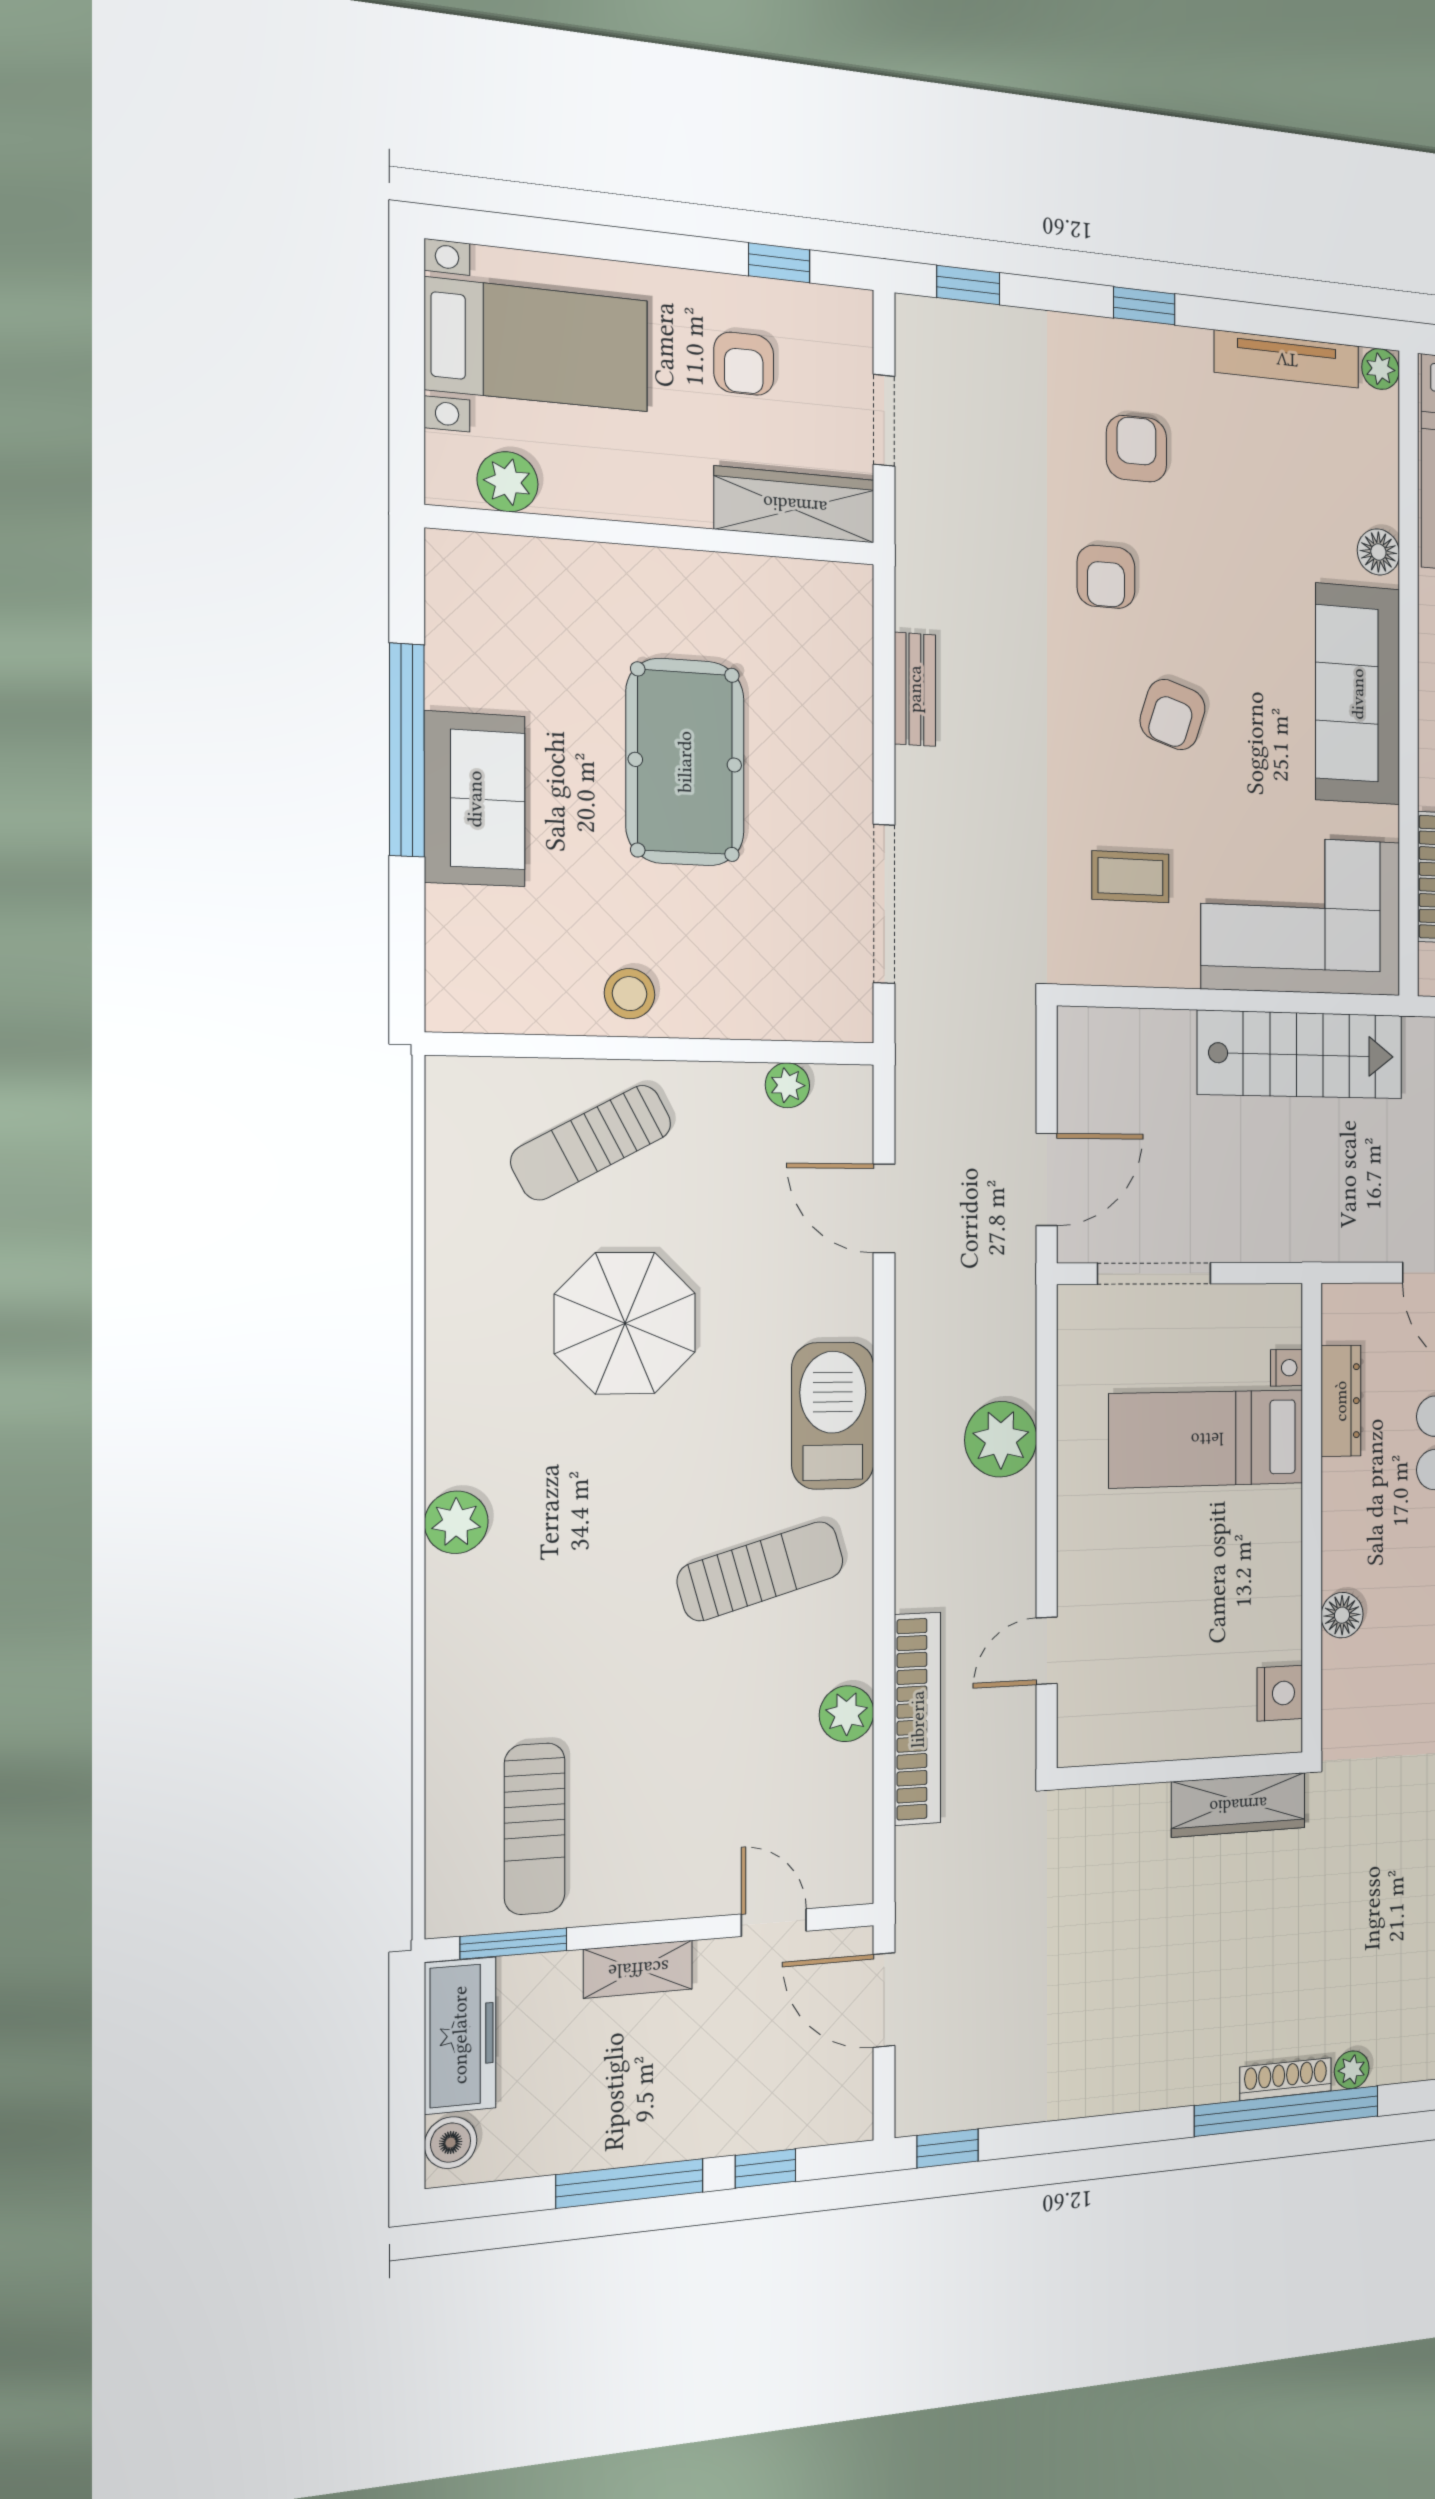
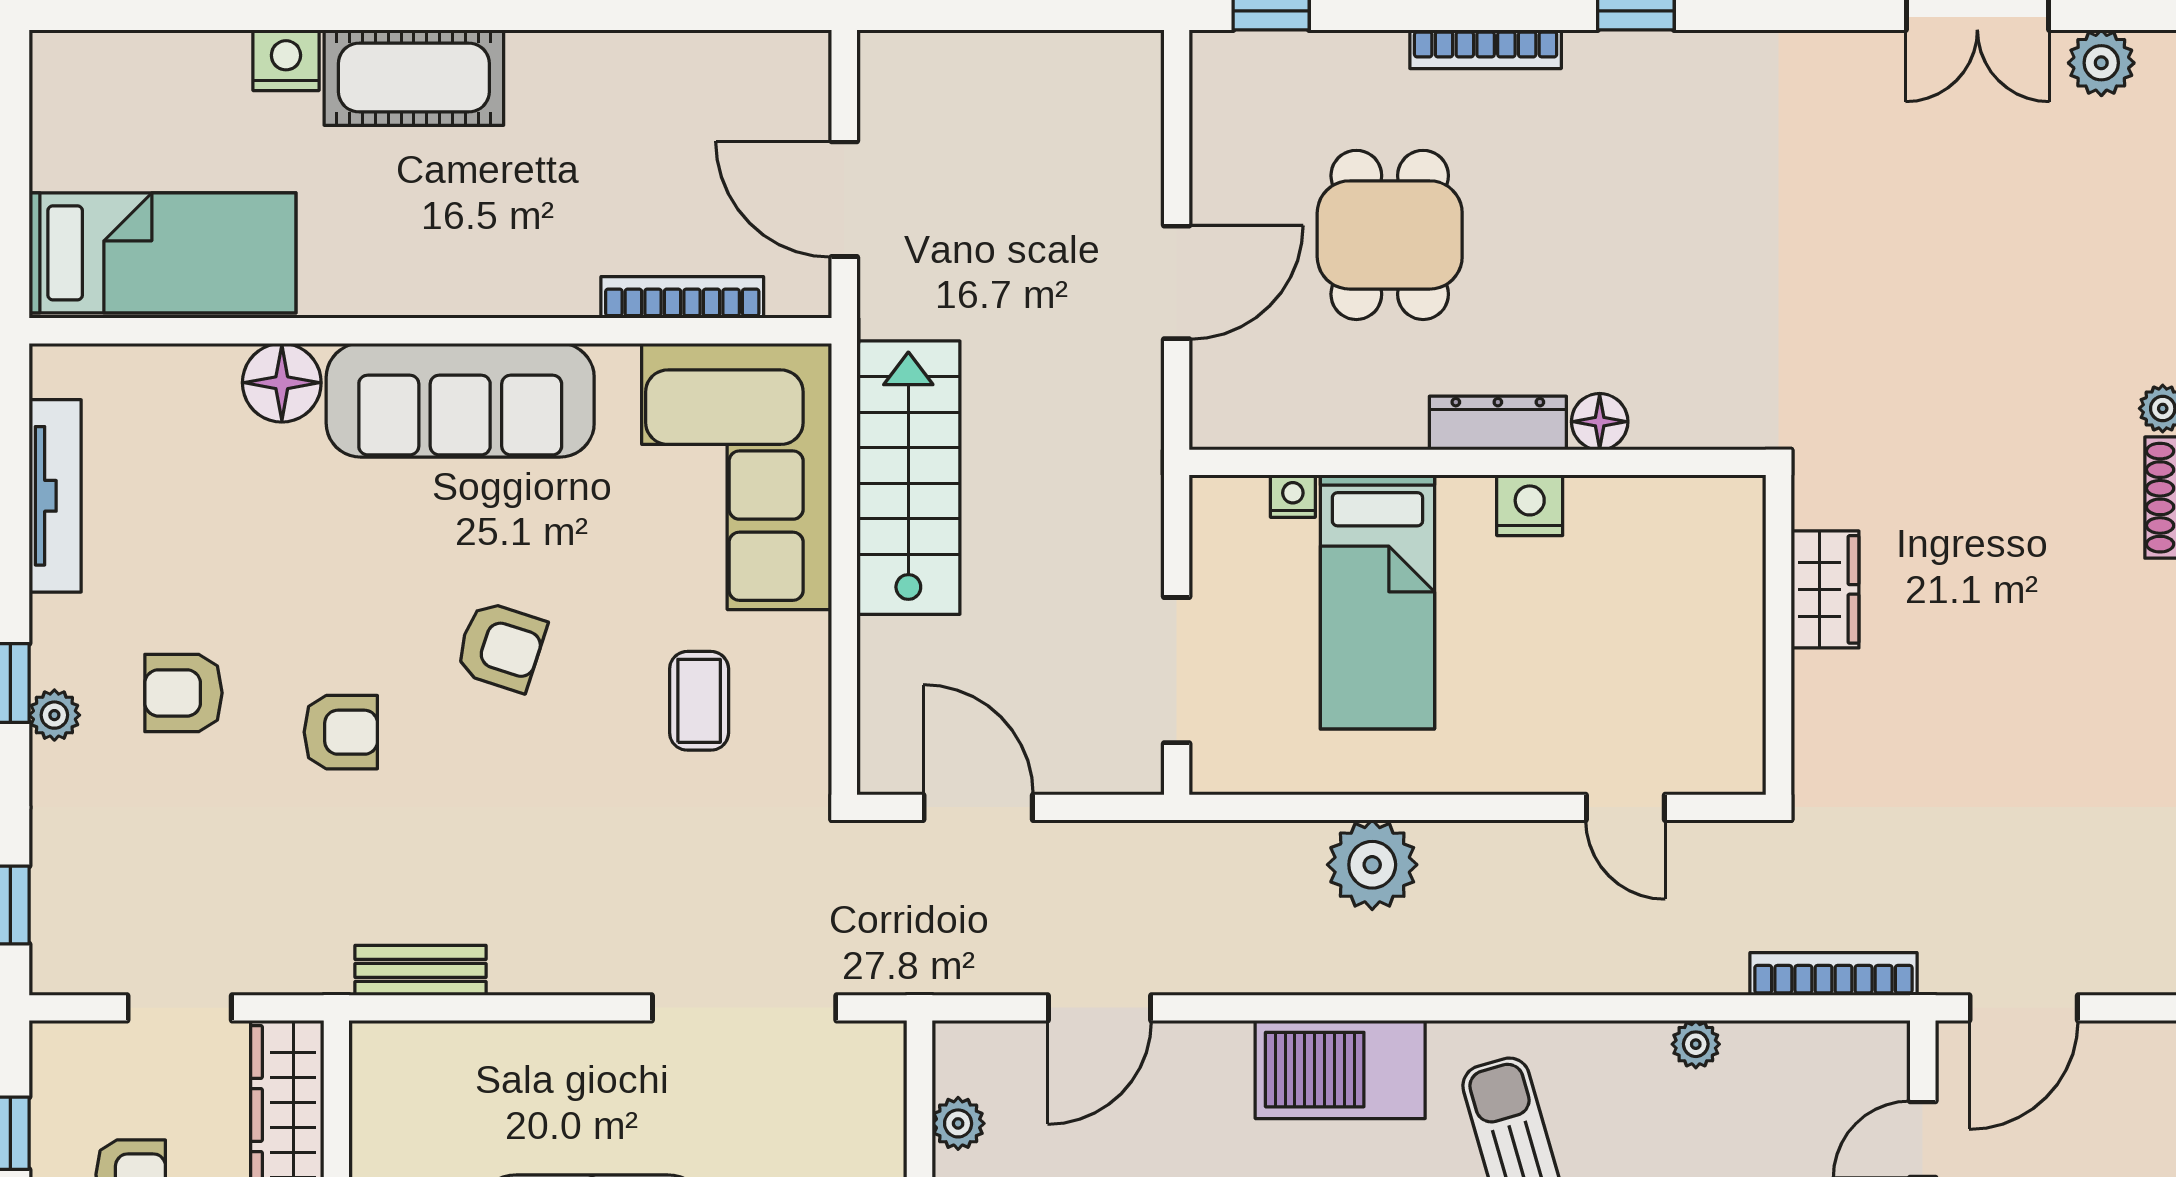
plant: (1380, 369) -> (54, 715), moved
floor lamp: (1378, 552) -> (282, 383), width x1.38, depth x1.38
bench: (915, 689) -> (420, 970), moved
door: (1047, 1179) -> (978, 807), moved
dresser: (1341, 1401) -> (1498, 423), moved
nightstand: (1280, 1693) -> (1530, 505), moved
plant: (847, 1714) -> (1696, 1044), width x0.73, depth x0.73
bookcase: (918, 1719) -> (1833, 974), moved, width x0.68, depth x0.76
wardrobe: (1238, 1805) -> (1825, 589), width x0.67

